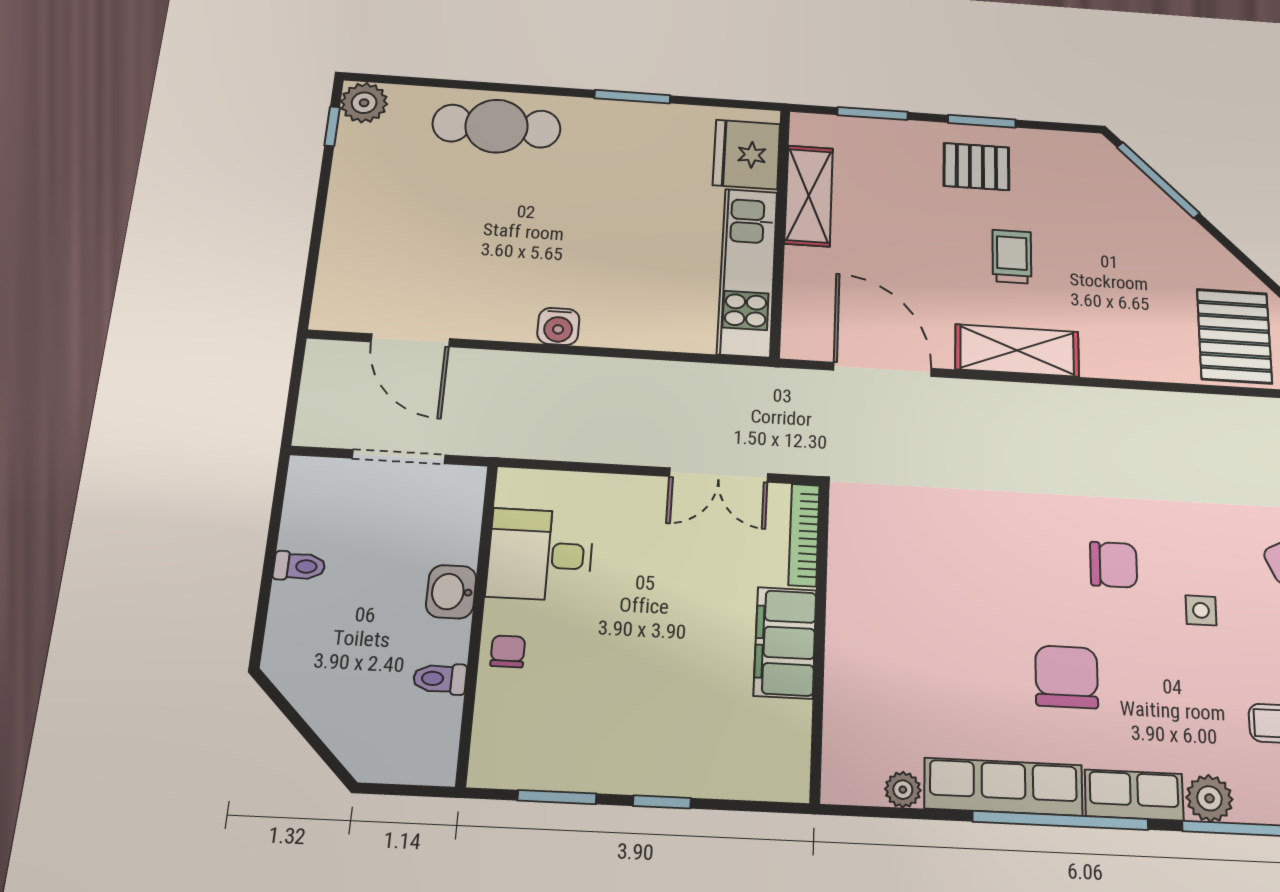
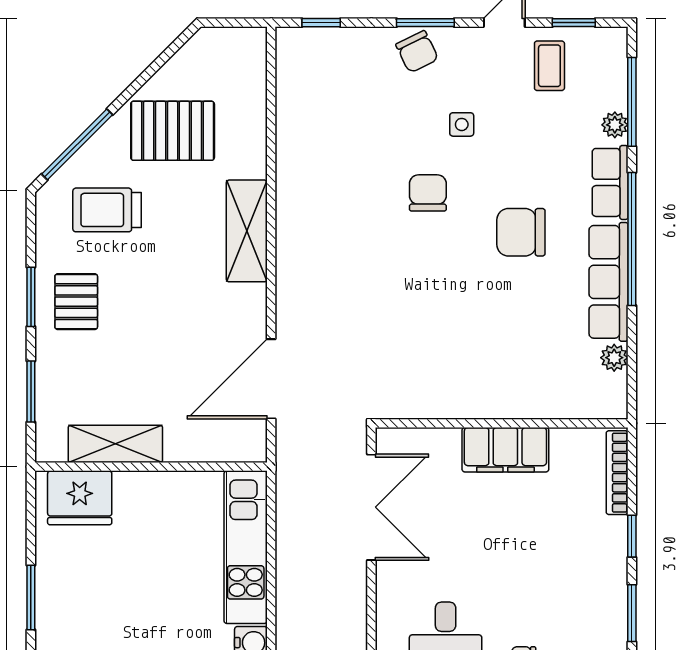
trolley: (1012, 257) -> (107, 210), moved, width x1.36, depth x1.39
kitchen unit: (747, 272) -> (246, 547), moved, turned 90
pallet: (1234, 336) -> (173, 131), moved
shelving: (1017, 350) -> (247, 231), moved
double door: (719, 475) -> (371, 507), width x1.37
bookcase: (804, 535) -> (617, 473), moved, turned 90
plant: (1209, 798) -> (615, 125), width x0.73, depth x0.73

